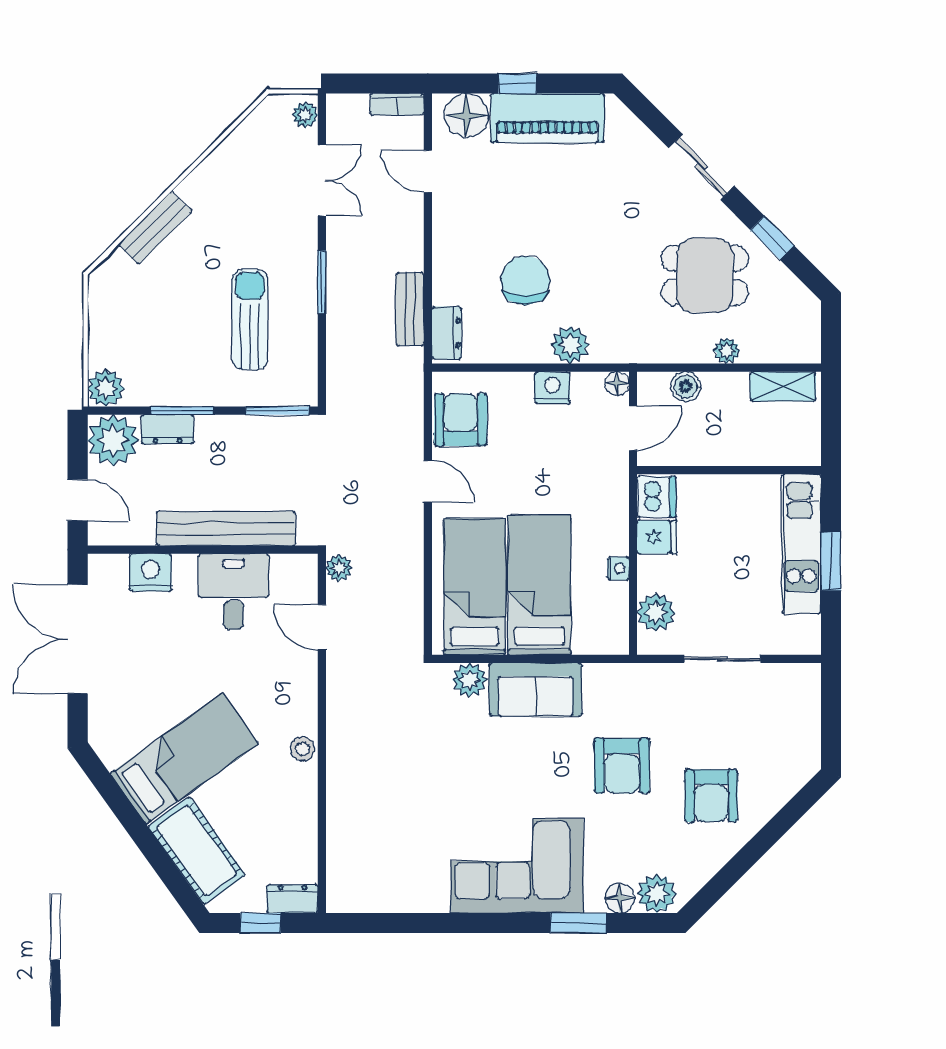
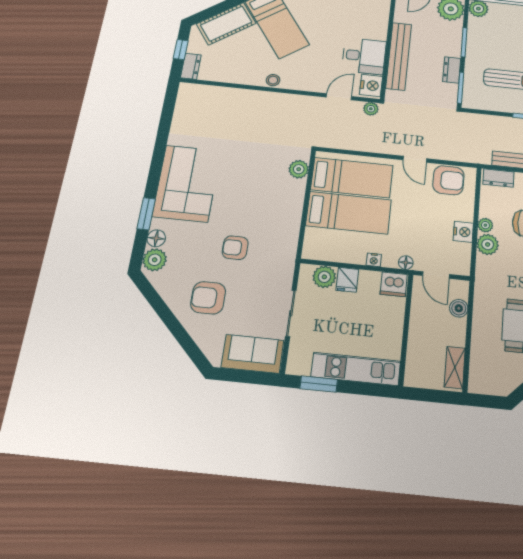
plant: (727, 351) -> (485, 225), moved
floor lamp: (617, 384) -> (406, 263), moved
dresser: (167, 429) -> (452, 70), moved
door: (428, 481) -> (415, 159), hinge flipped
fridge: (657, 537) -> (347, 280), moved
window: (831, 561) -> (319, 384), moved
nightstand: (618, 568) -> (374, 260), moved
nightstand: (150, 572) -> (371, 86), moved
sofa: (535, 690) -> (253, 354), moved, turned 90
armchair: (622, 766) -> (235, 248), width x0.72, depth x0.72

